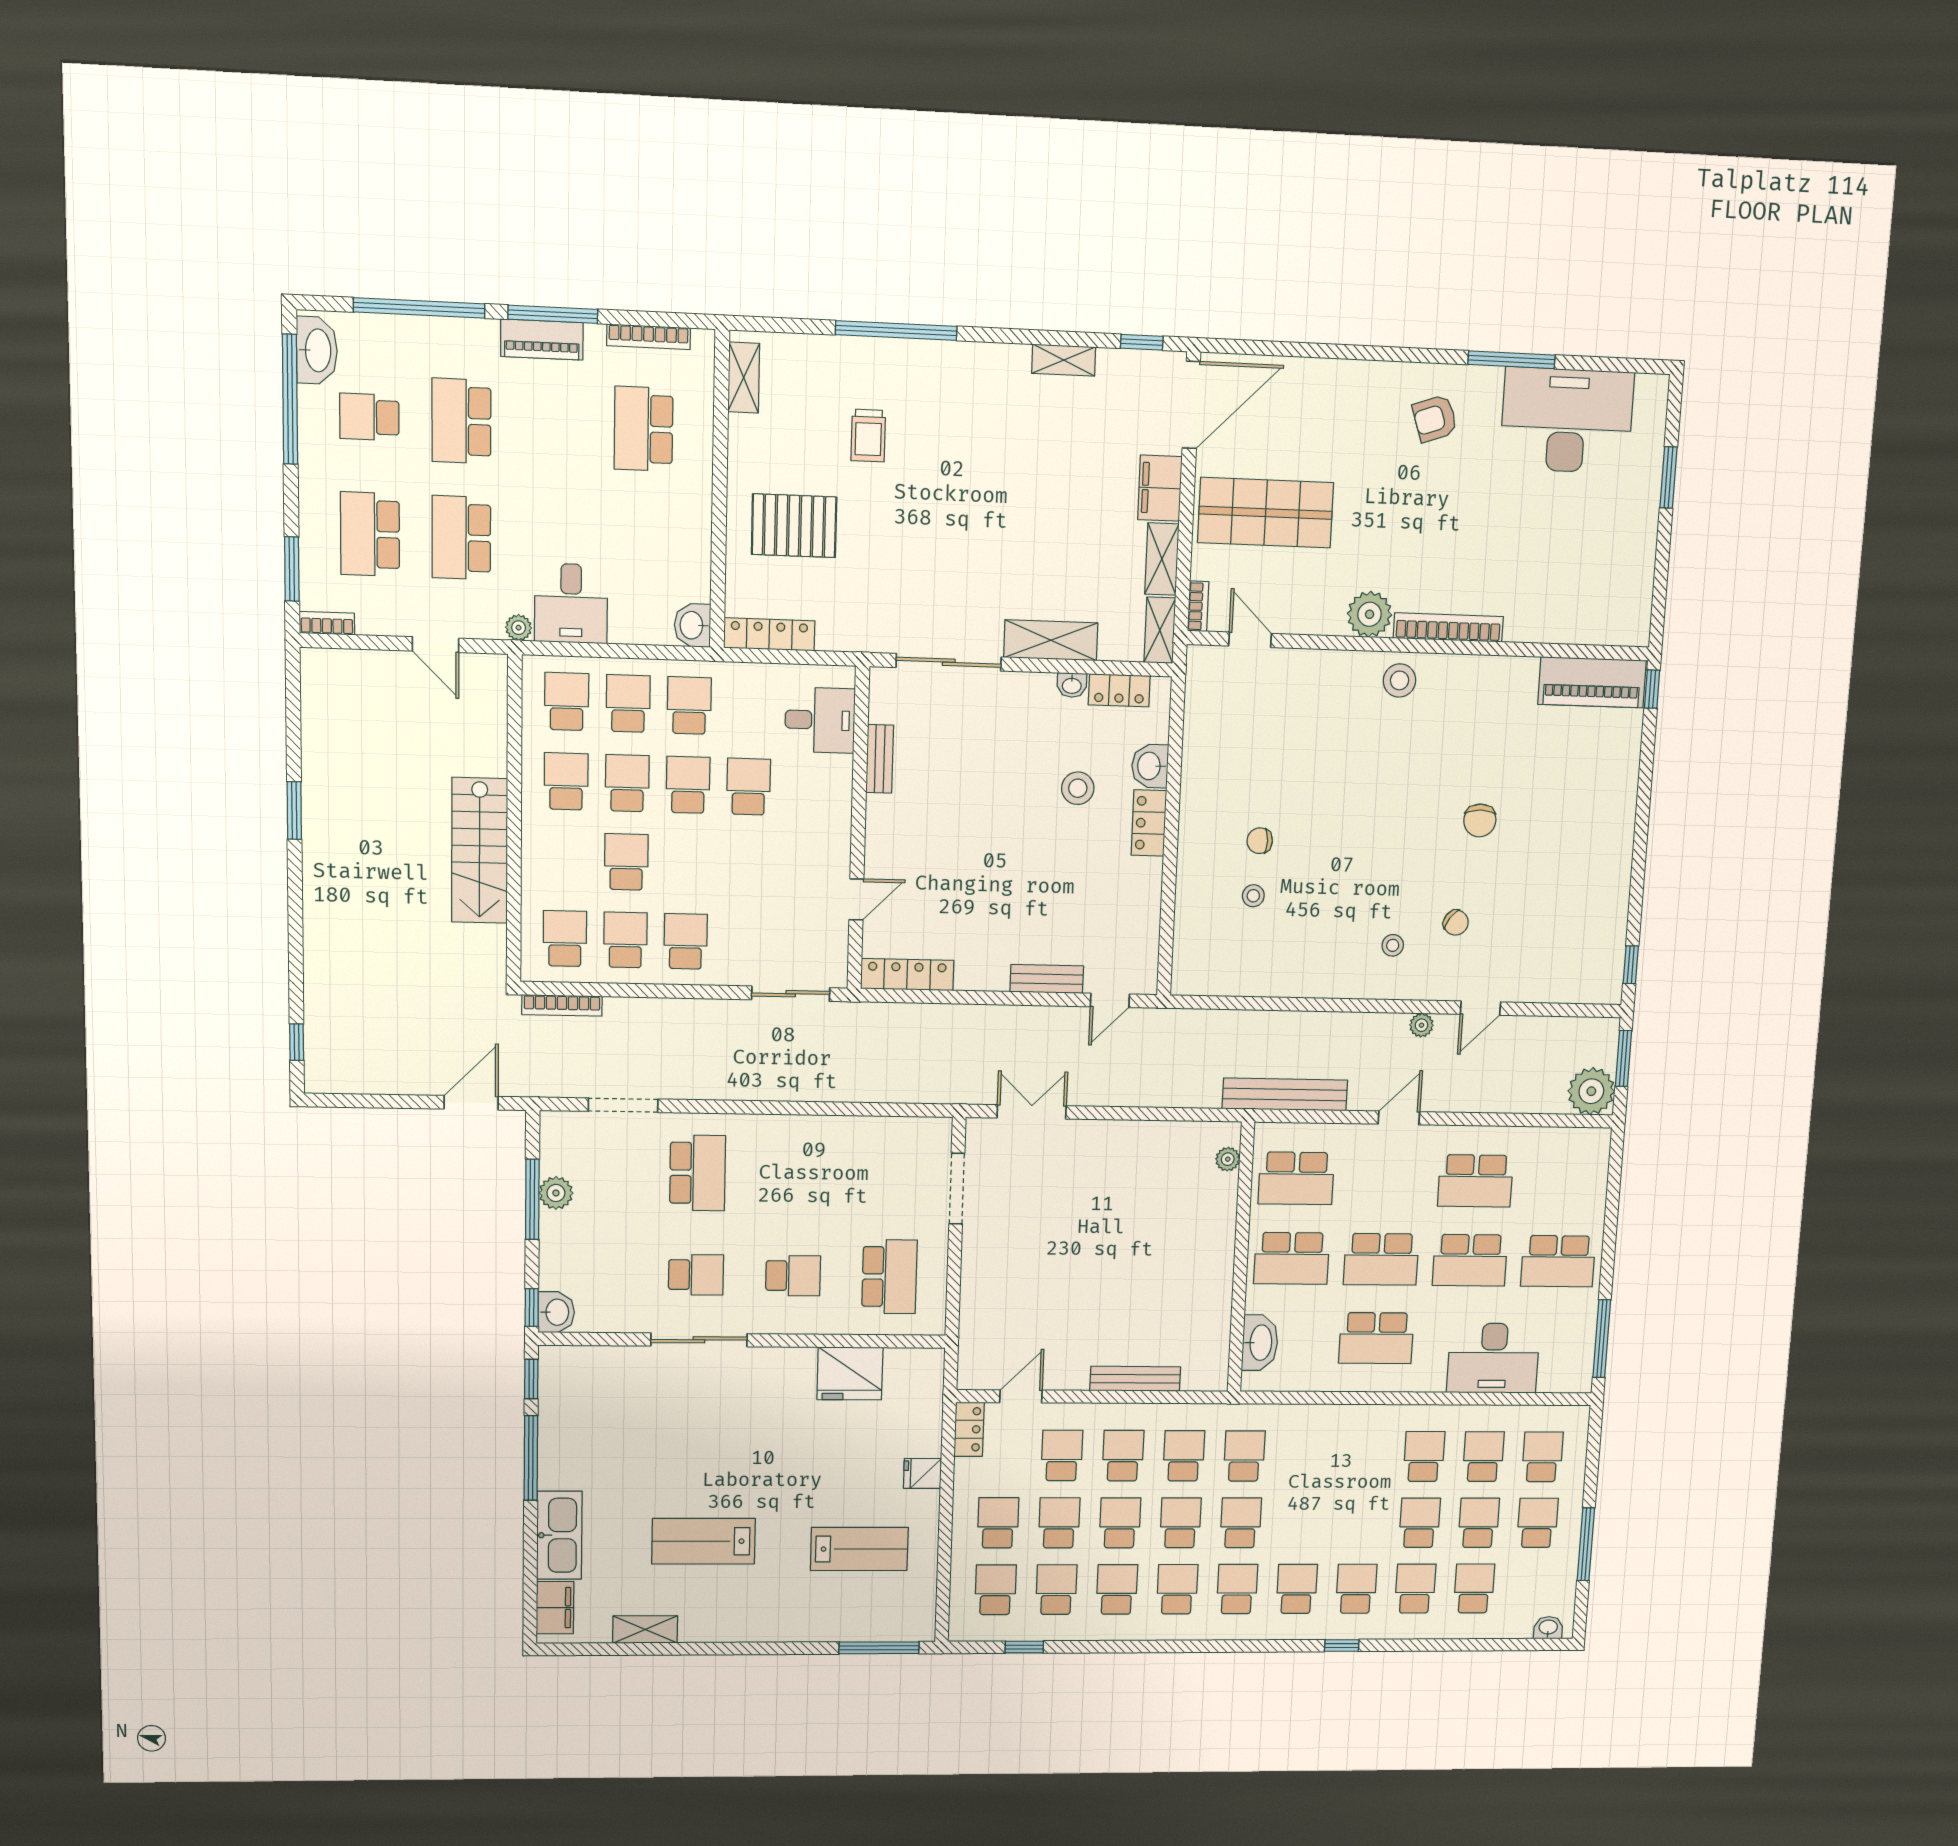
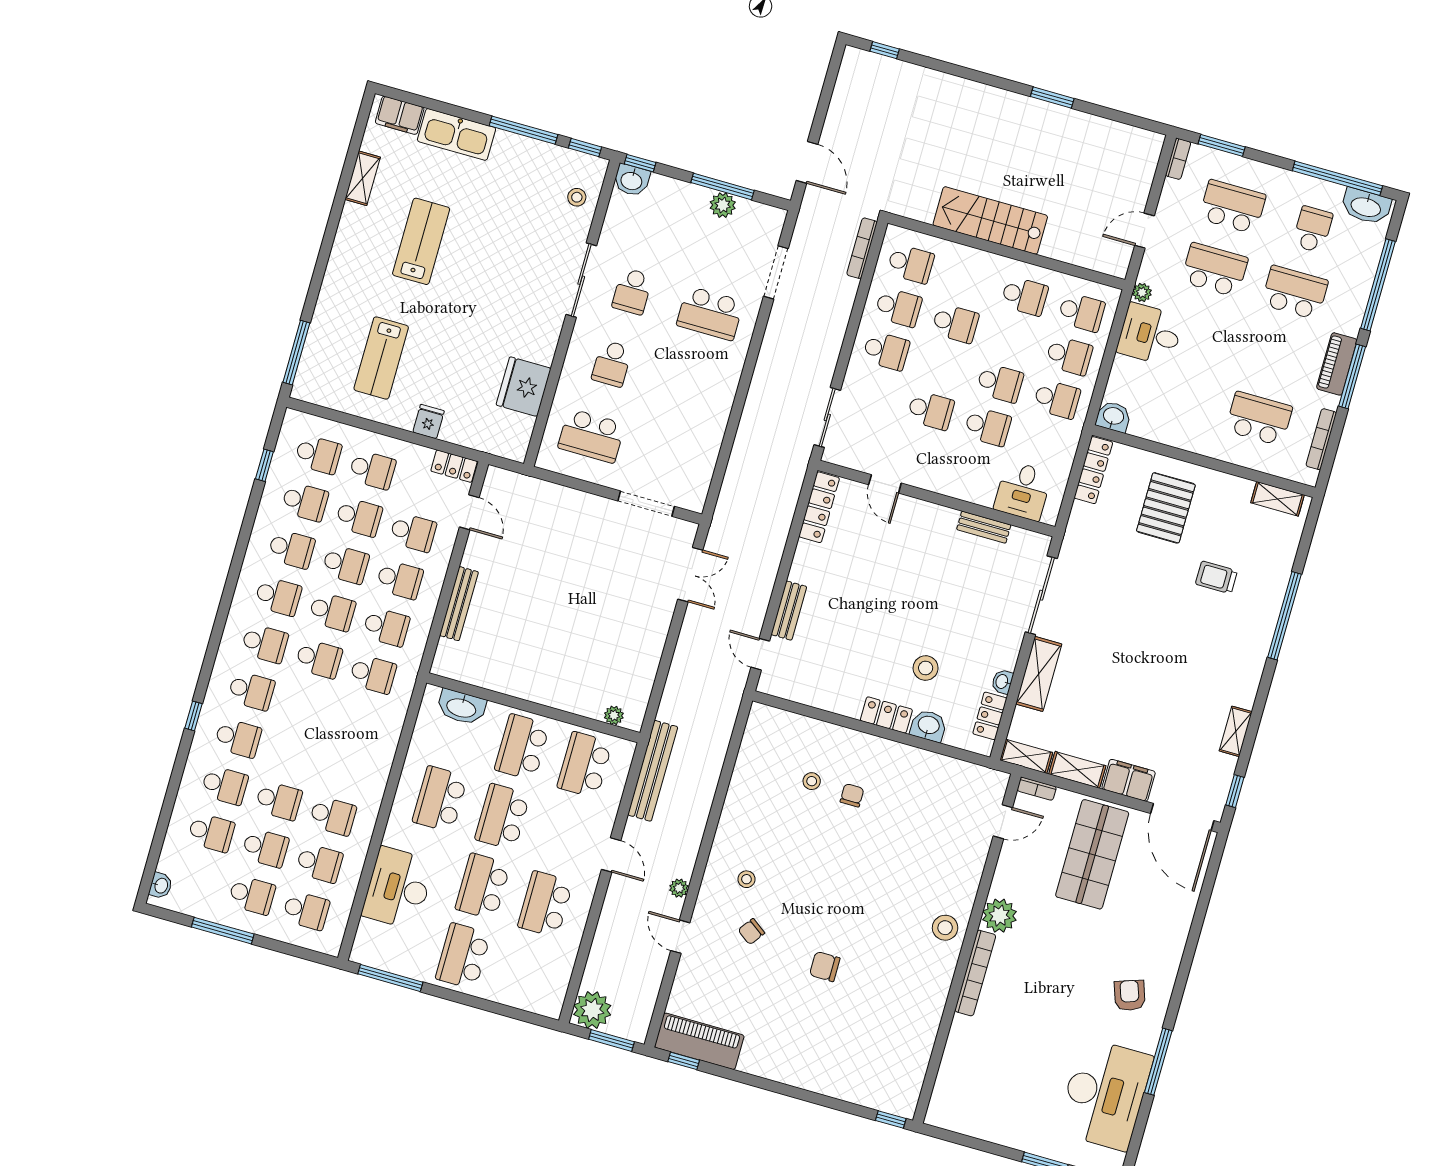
piano: (1592, 682) -> (699, 1041), moved, turned 90
school desk: (627, 783) -> (931, 410), moved
stool: (597, 1372) -> (577, 197), added

